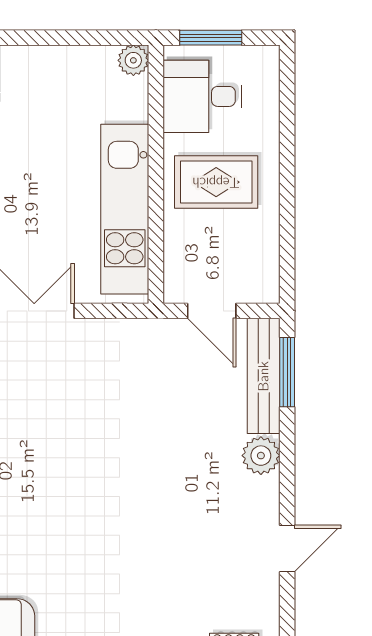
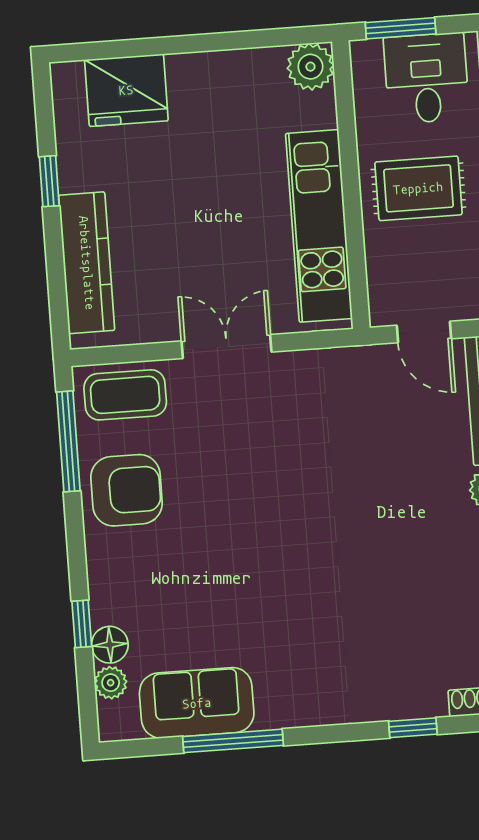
plant: (133, 60) -> (310, 67), width x1.38, depth x1.38
desk: (202, 96) -> (426, 78), moved, turned 90

